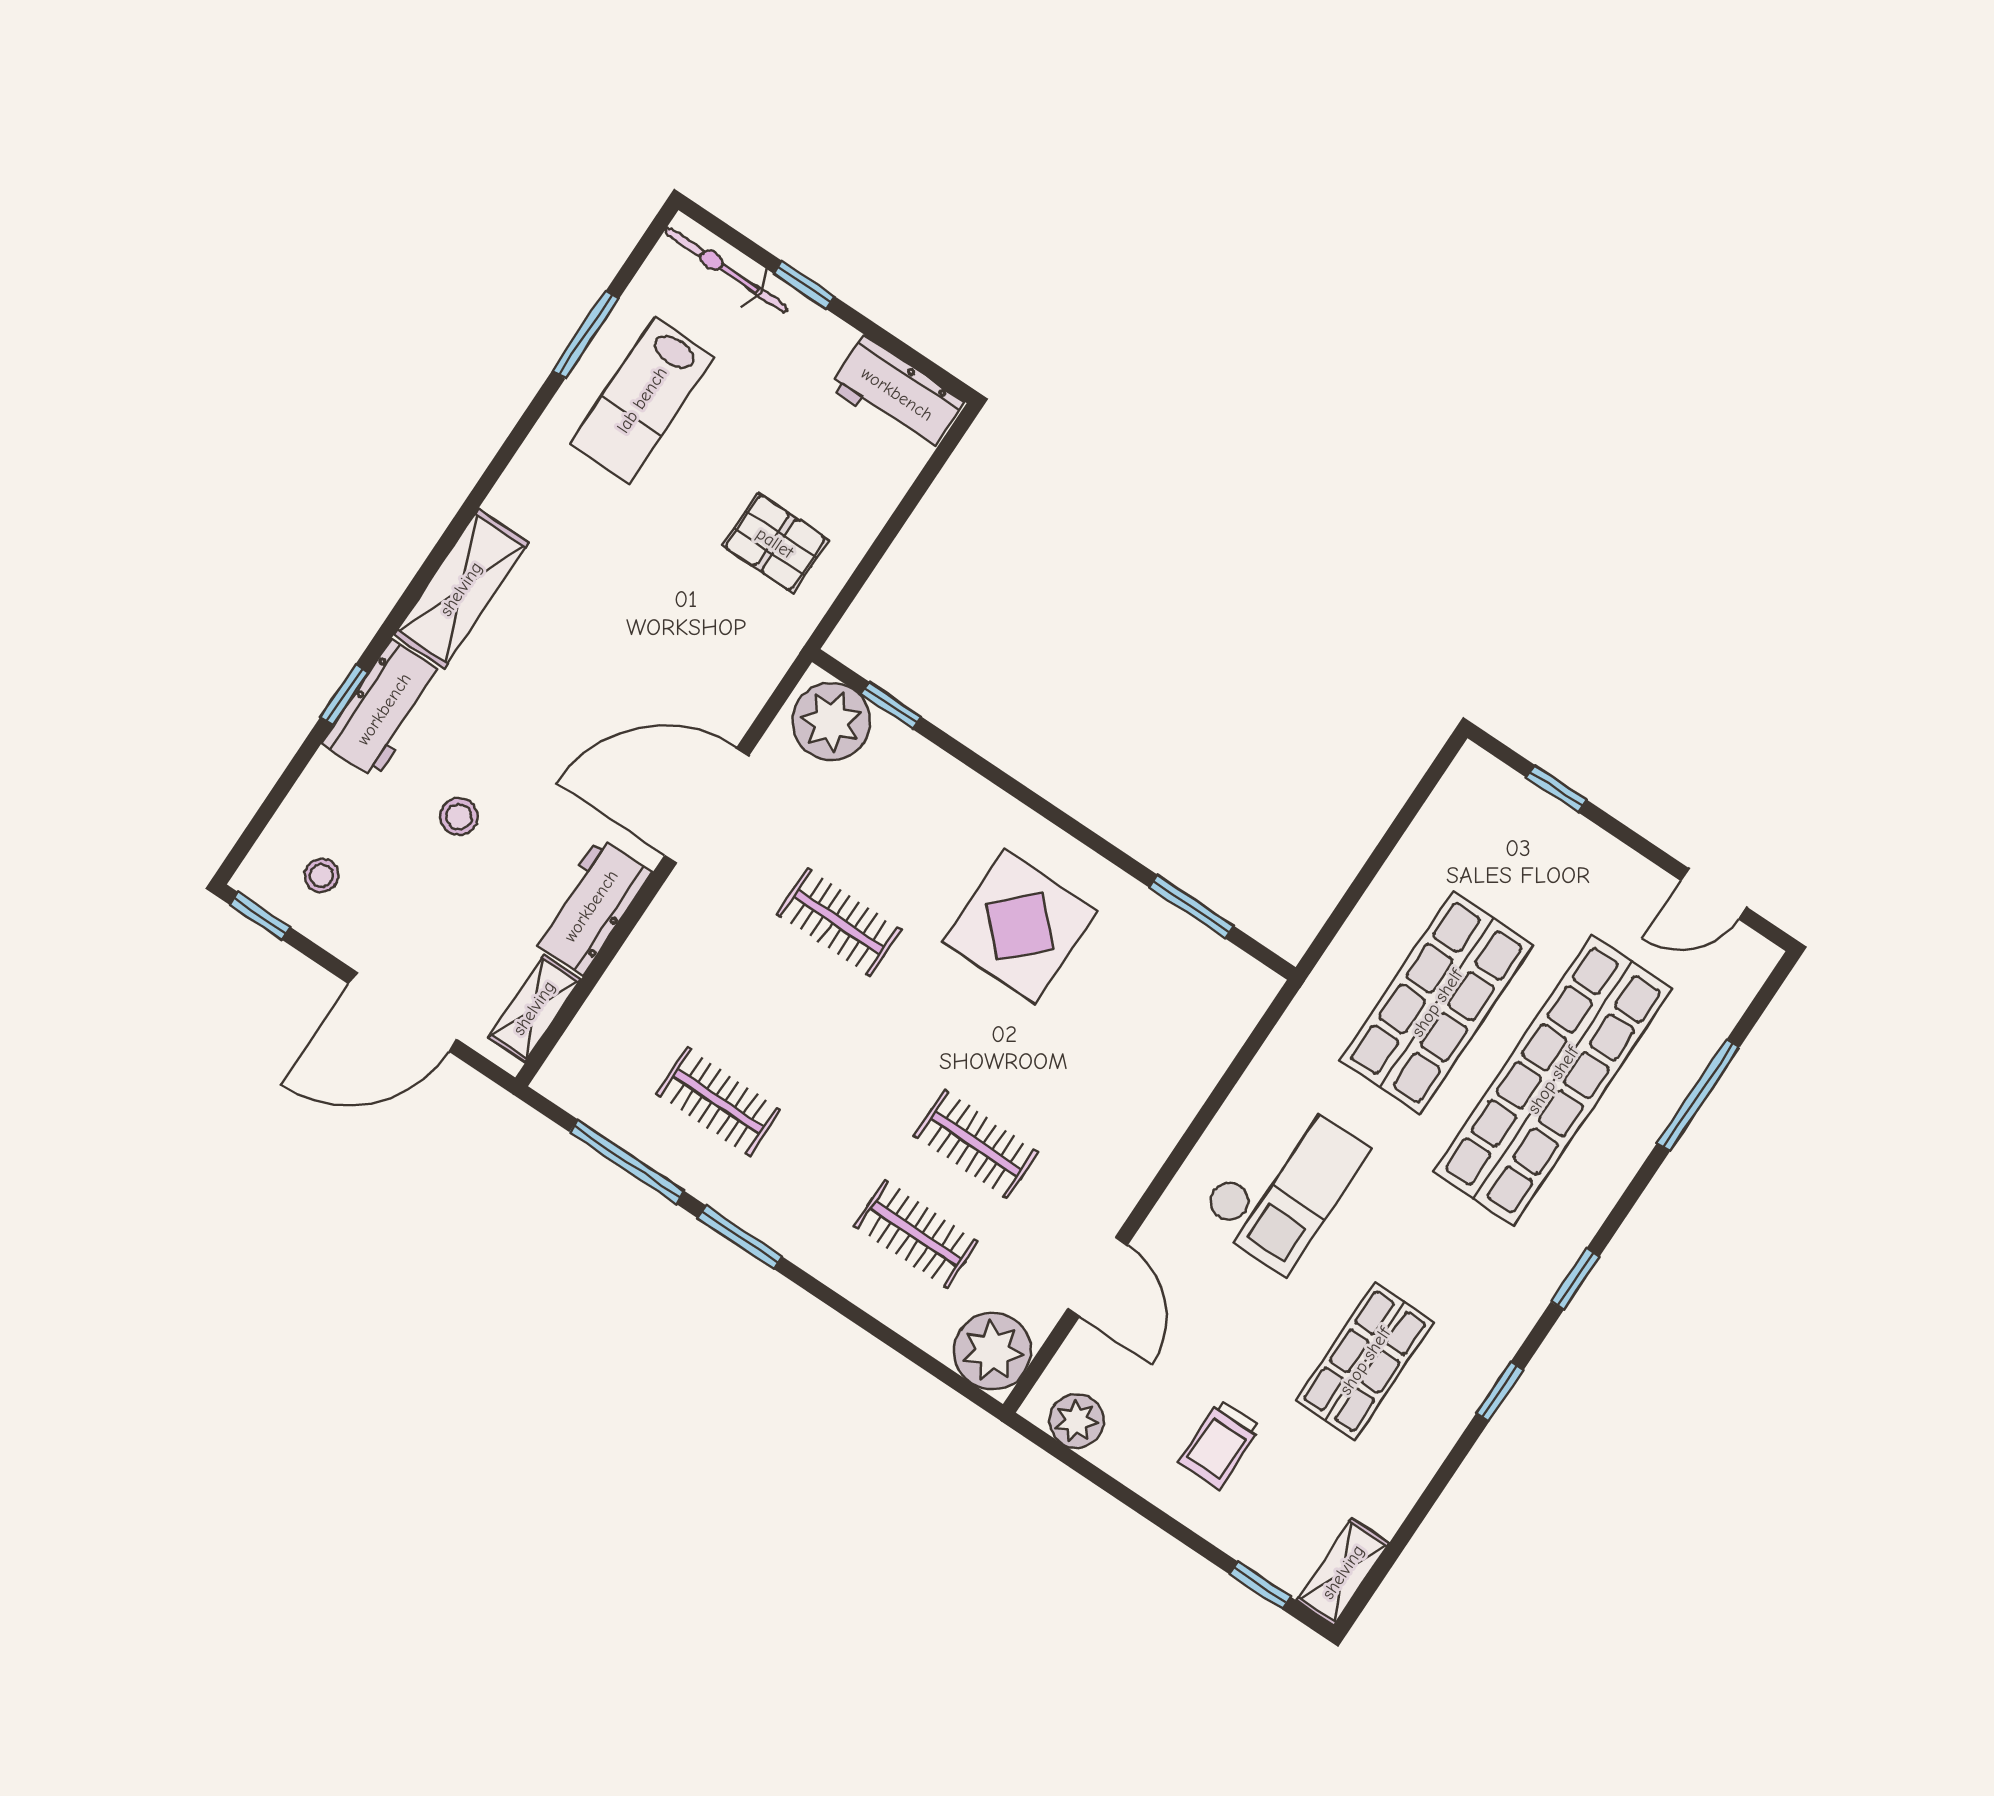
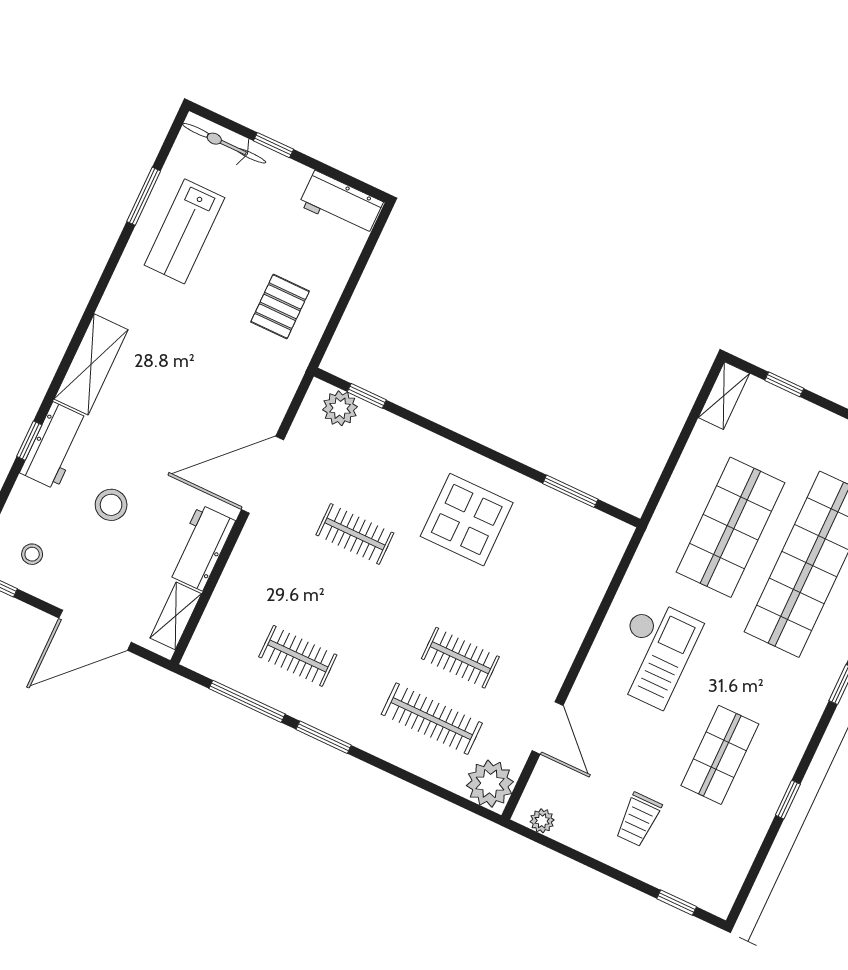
pallet: (775, 543) -> (280, 306), turned 90
plant: (831, 722) -> (340, 408), width x0.73, depth x0.73
stool: (459, 817) -> (111, 505), width x1.37, depth x1.37
clothes rail: (916, 1234) -> (432, 719), width x1.36
window: (1500, 1391) -> (788, 800), moved
plant: (1076, 1421) -> (542, 821), width x0.73, depth x0.73
shelving: (1343, 1572) -> (724, 396), moved

